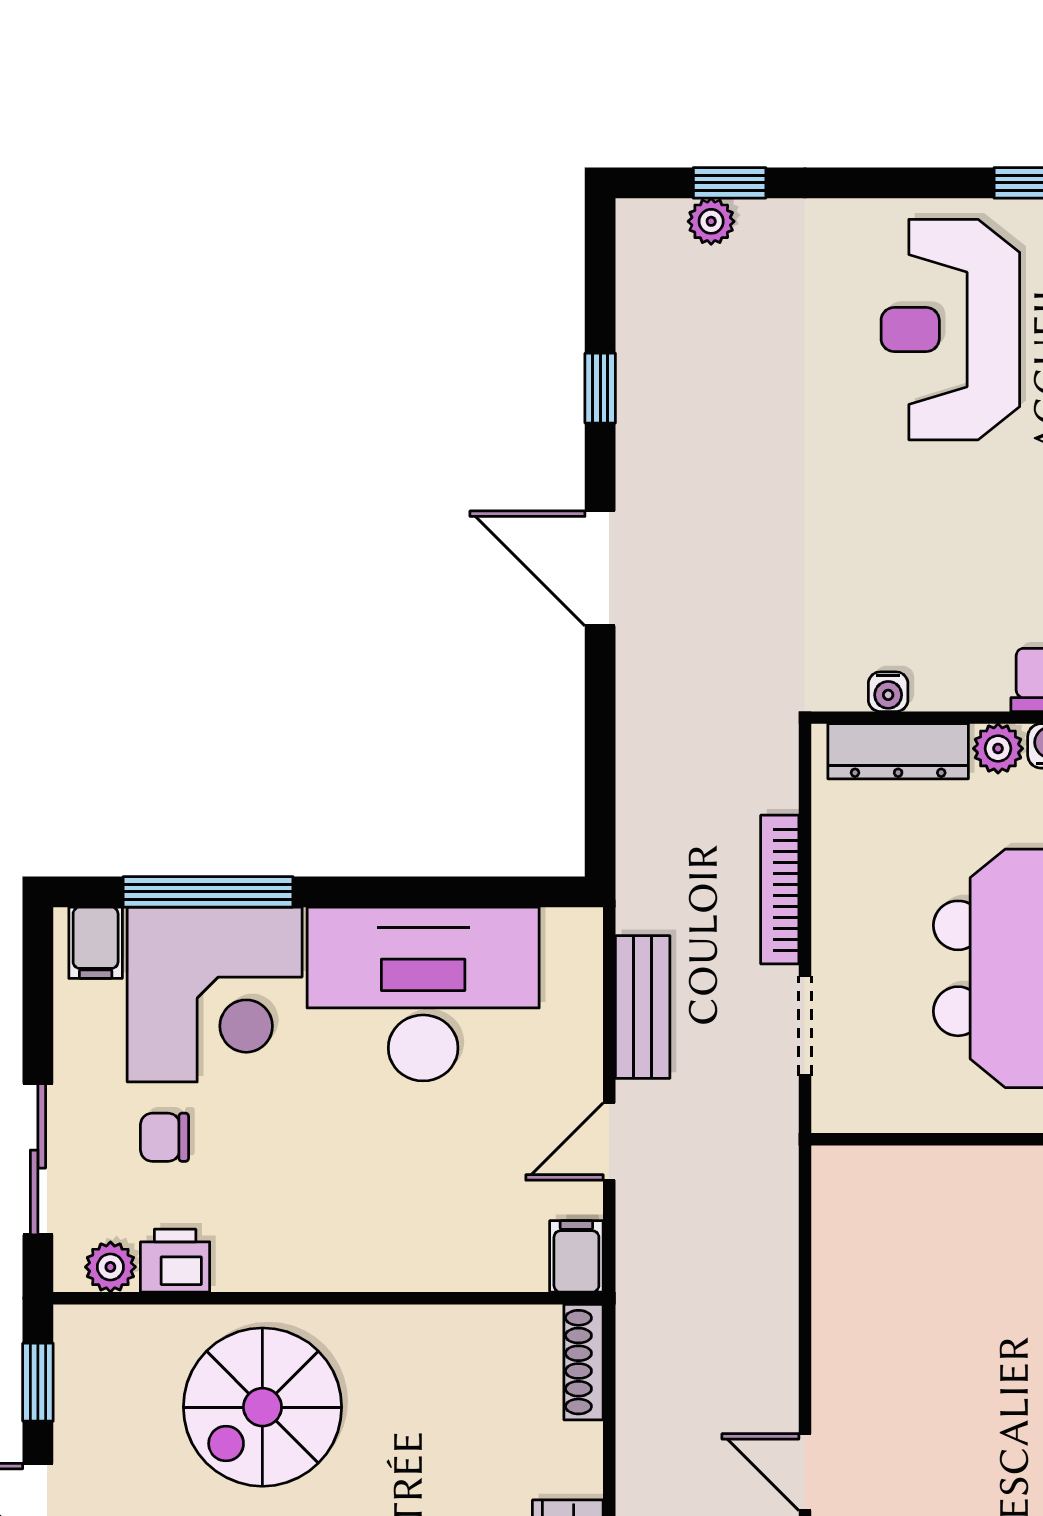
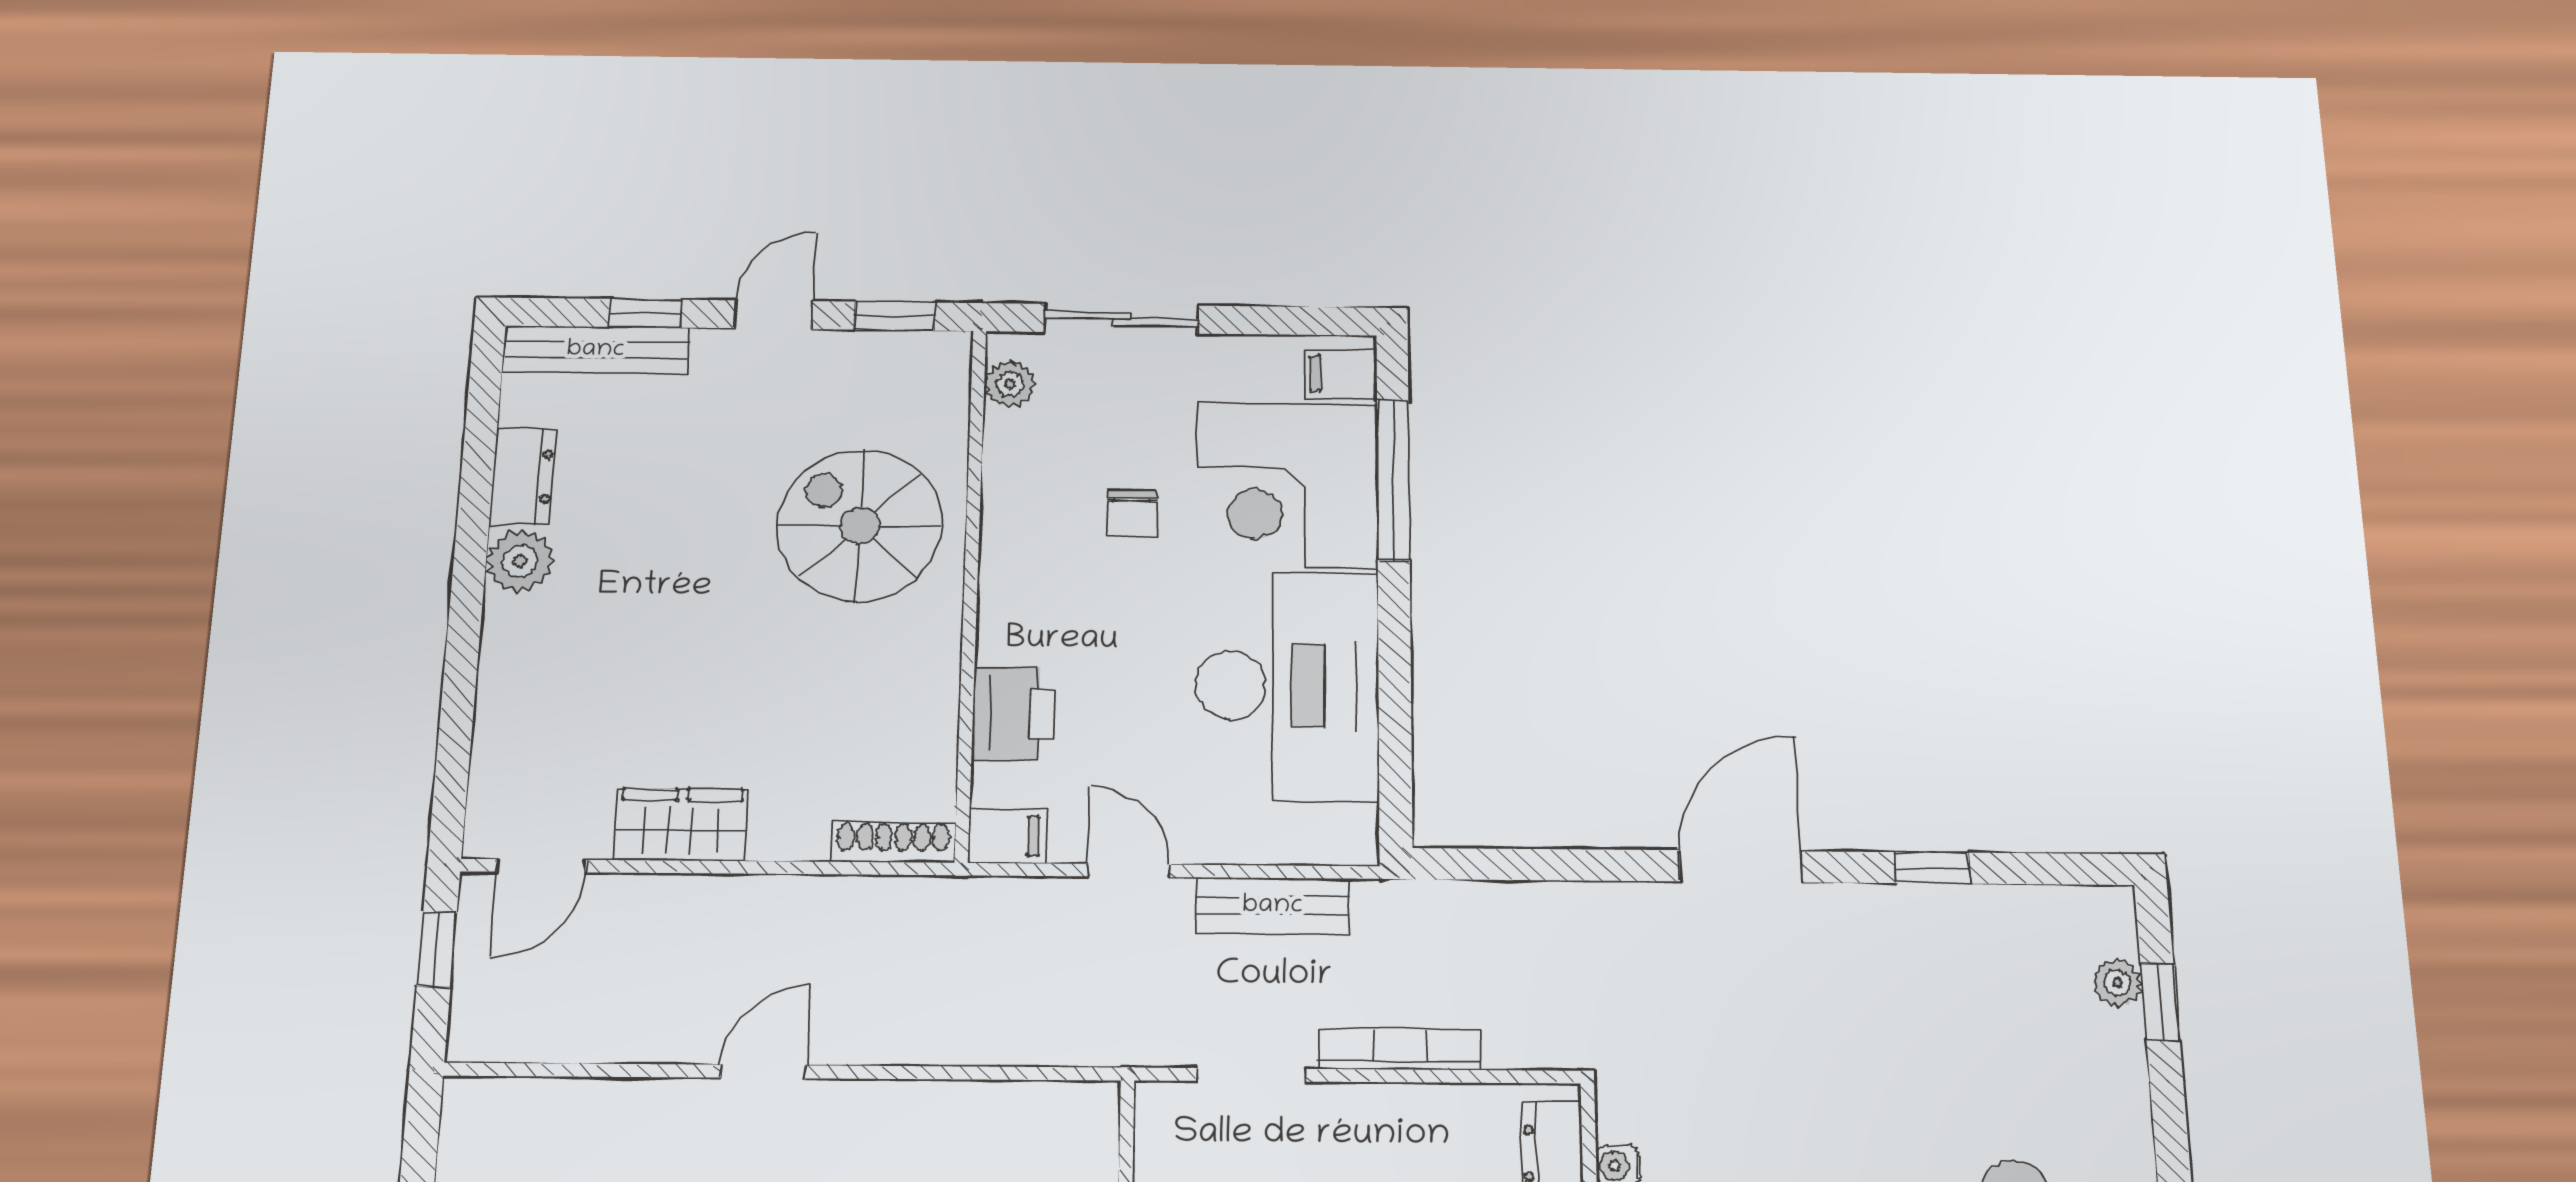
chair: (164, 1137) -> (1132, 513), moved, turned 180
printer: (175, 1261) -> (1014, 713), moved, width x1.36, depth x1.24

